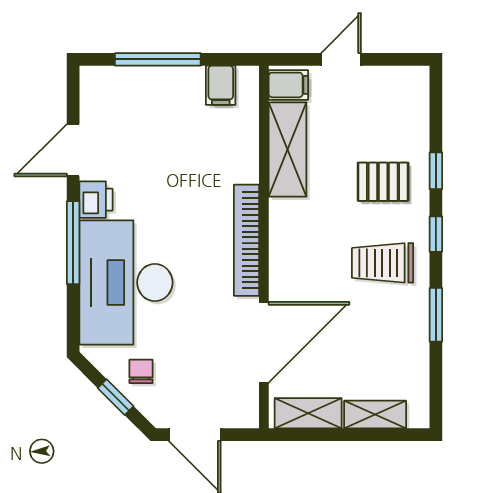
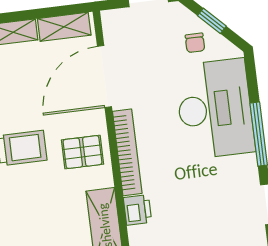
pallet: (383, 182) -> (82, 152), moved
printer: (96, 200) -> (137, 210), moved, turned 180

